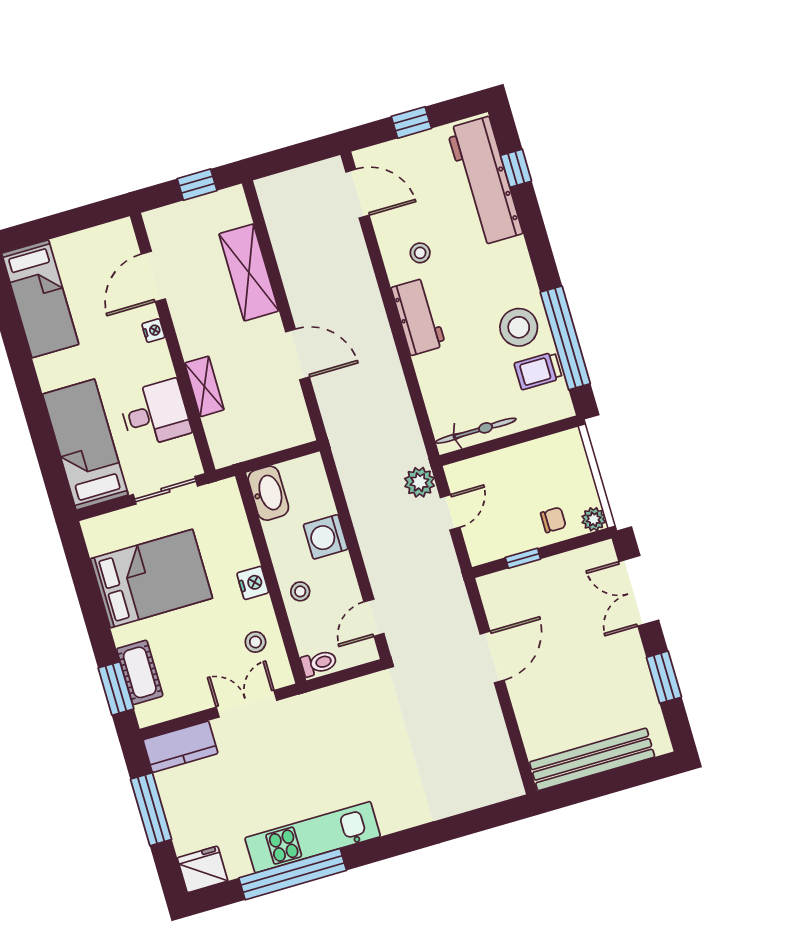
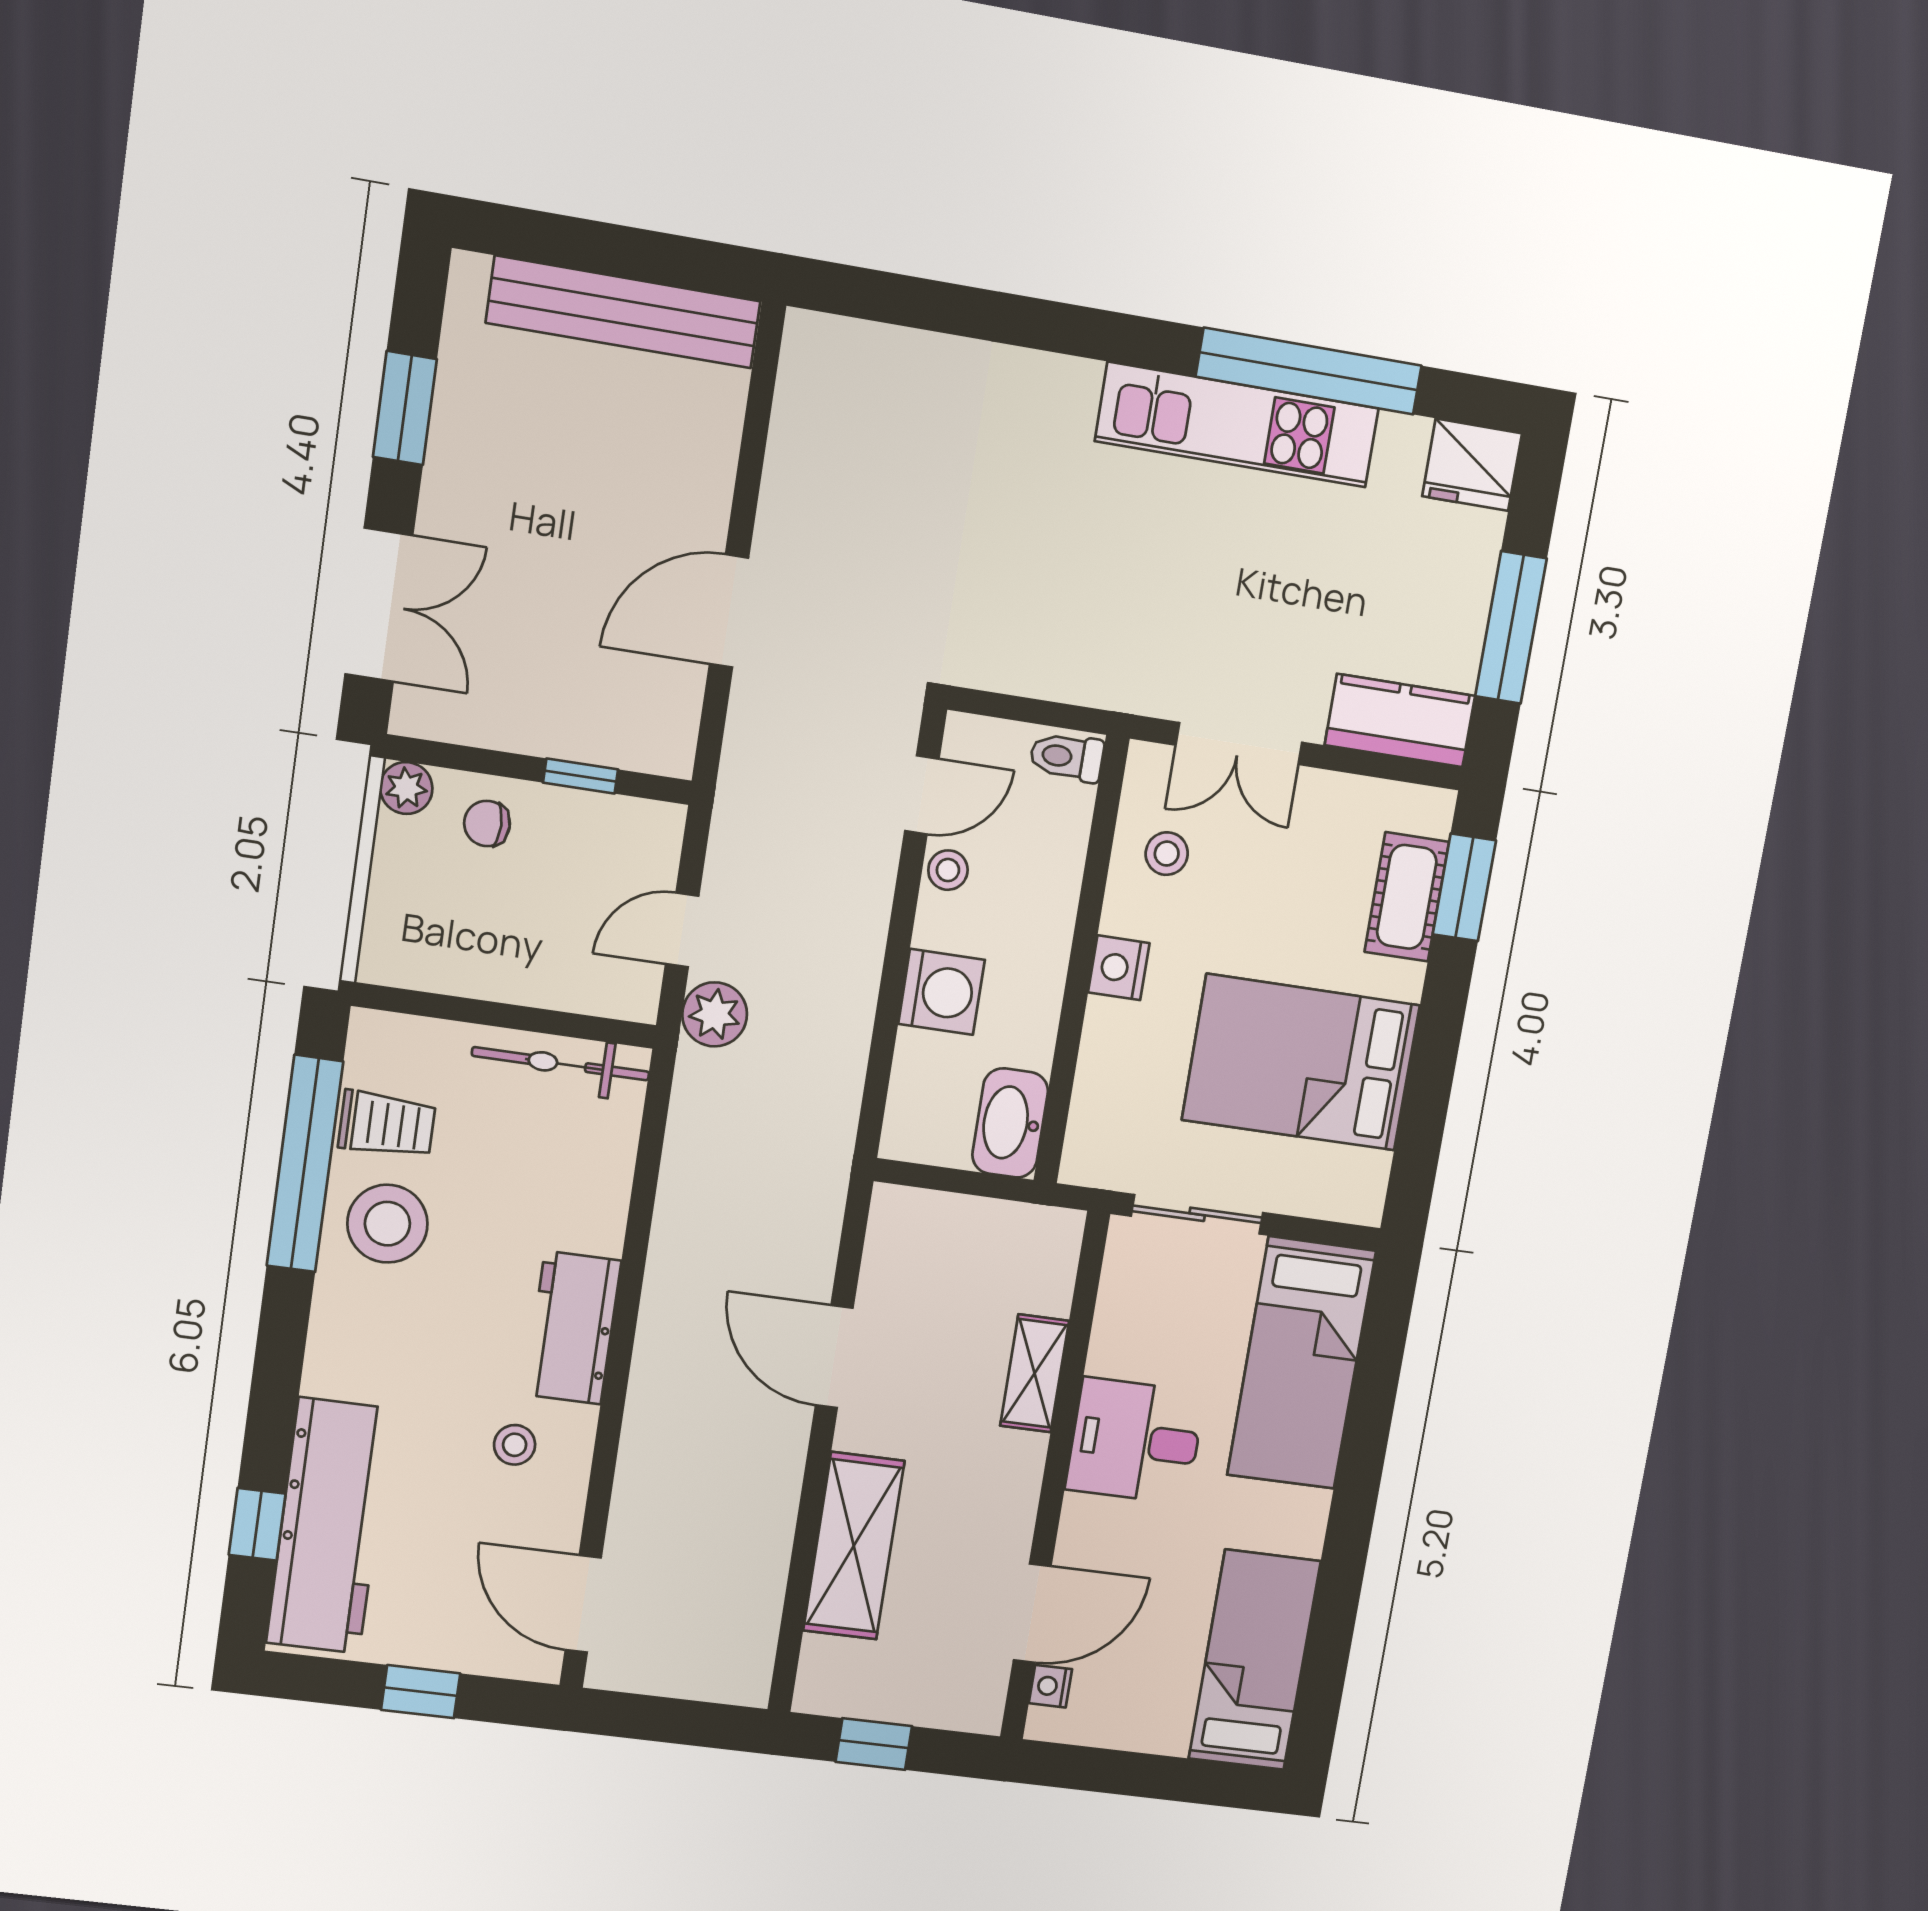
nightstand: (153, 331) -> (1050, 1686), moved
desk: (155, 414) -> (1135, 1441), moved
stool: (300, 591) -> (948, 870), moved

